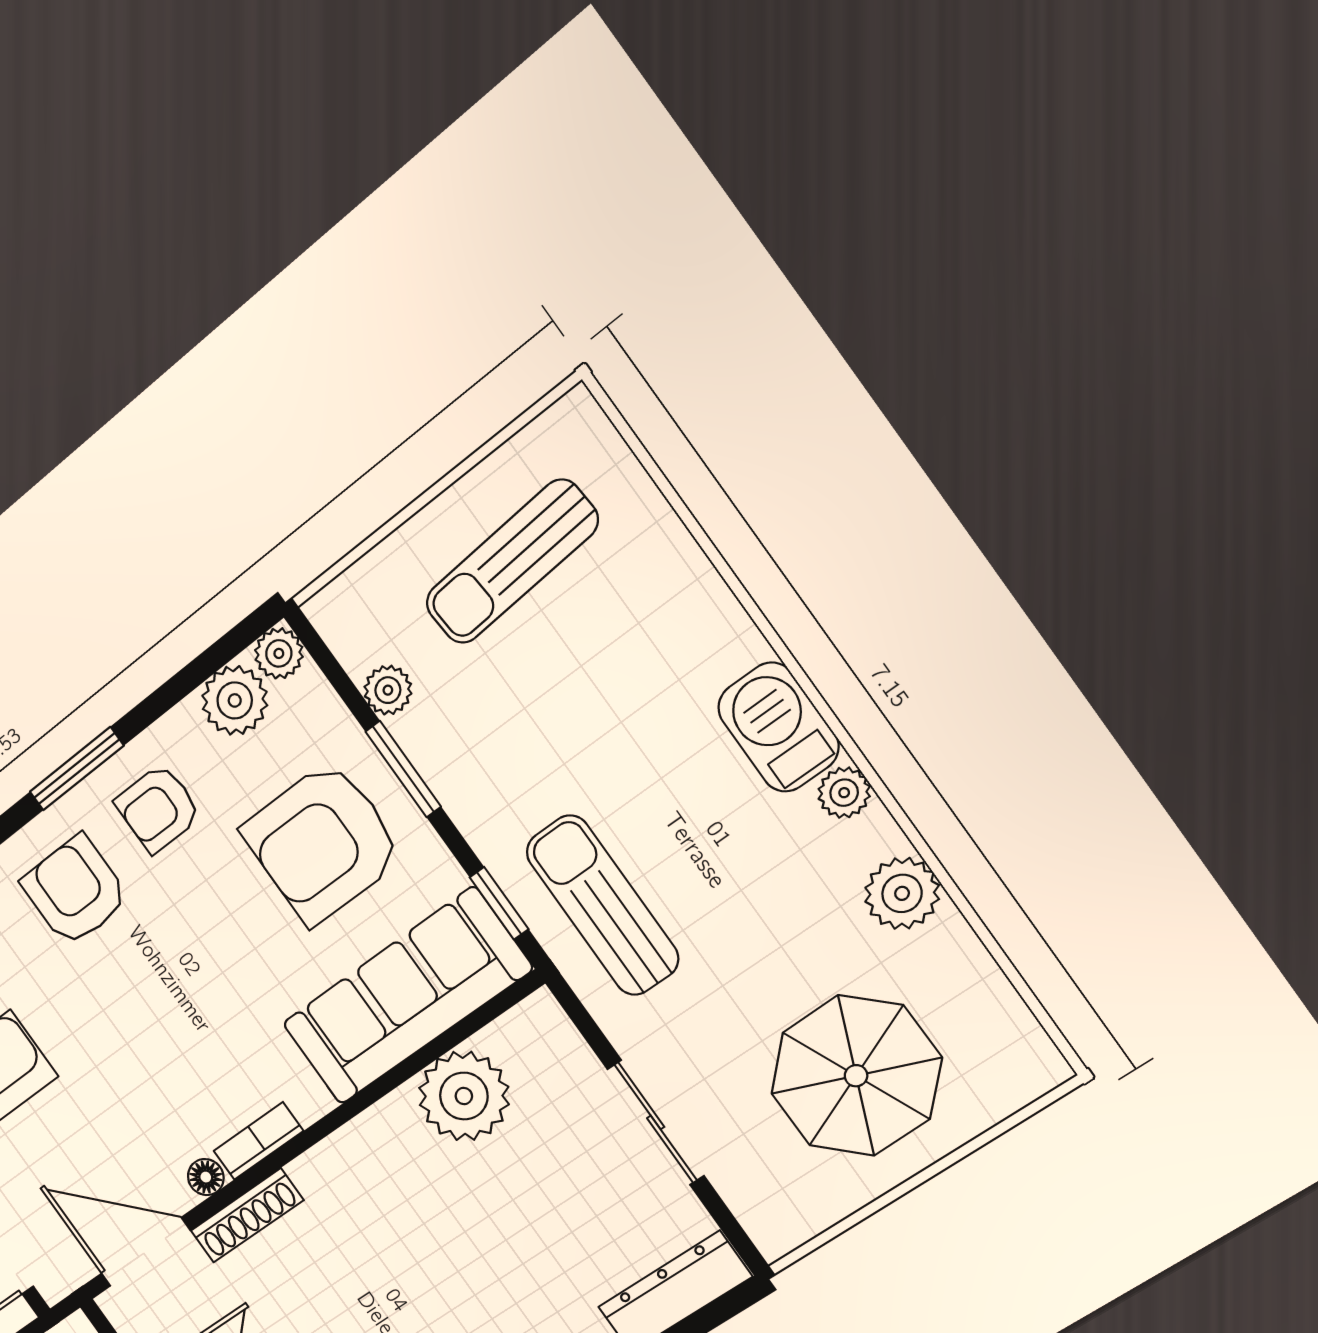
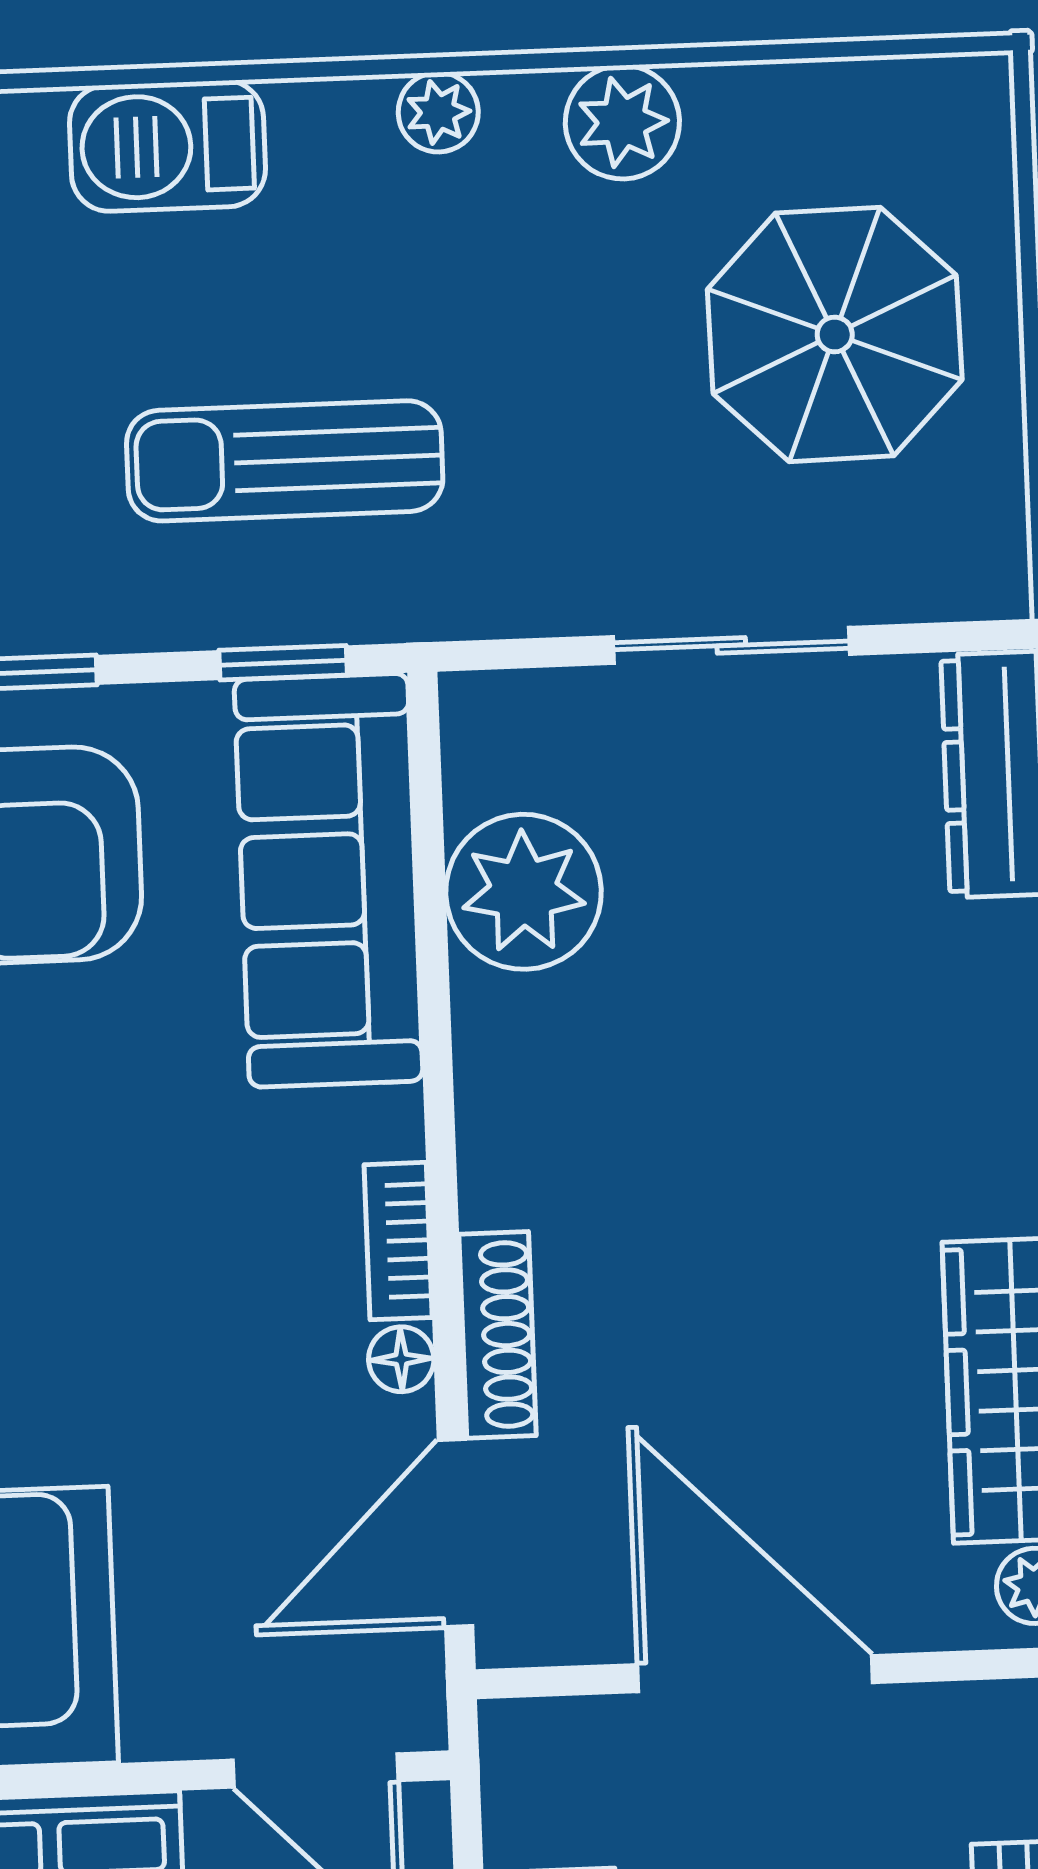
barbecue: (778, 727) -> (167, 146), moved
sun lounger: (602, 905) -> (285, 461), moved

